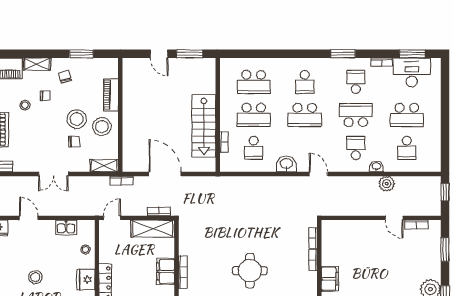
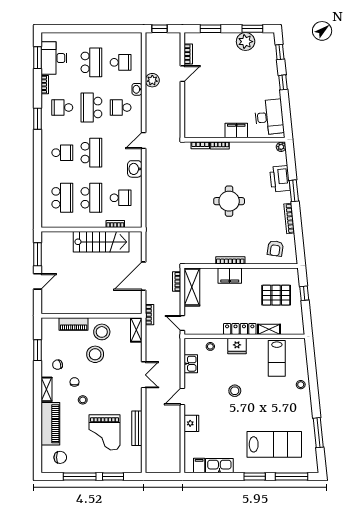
chair: (74, 142) -> (115, 356), removed

